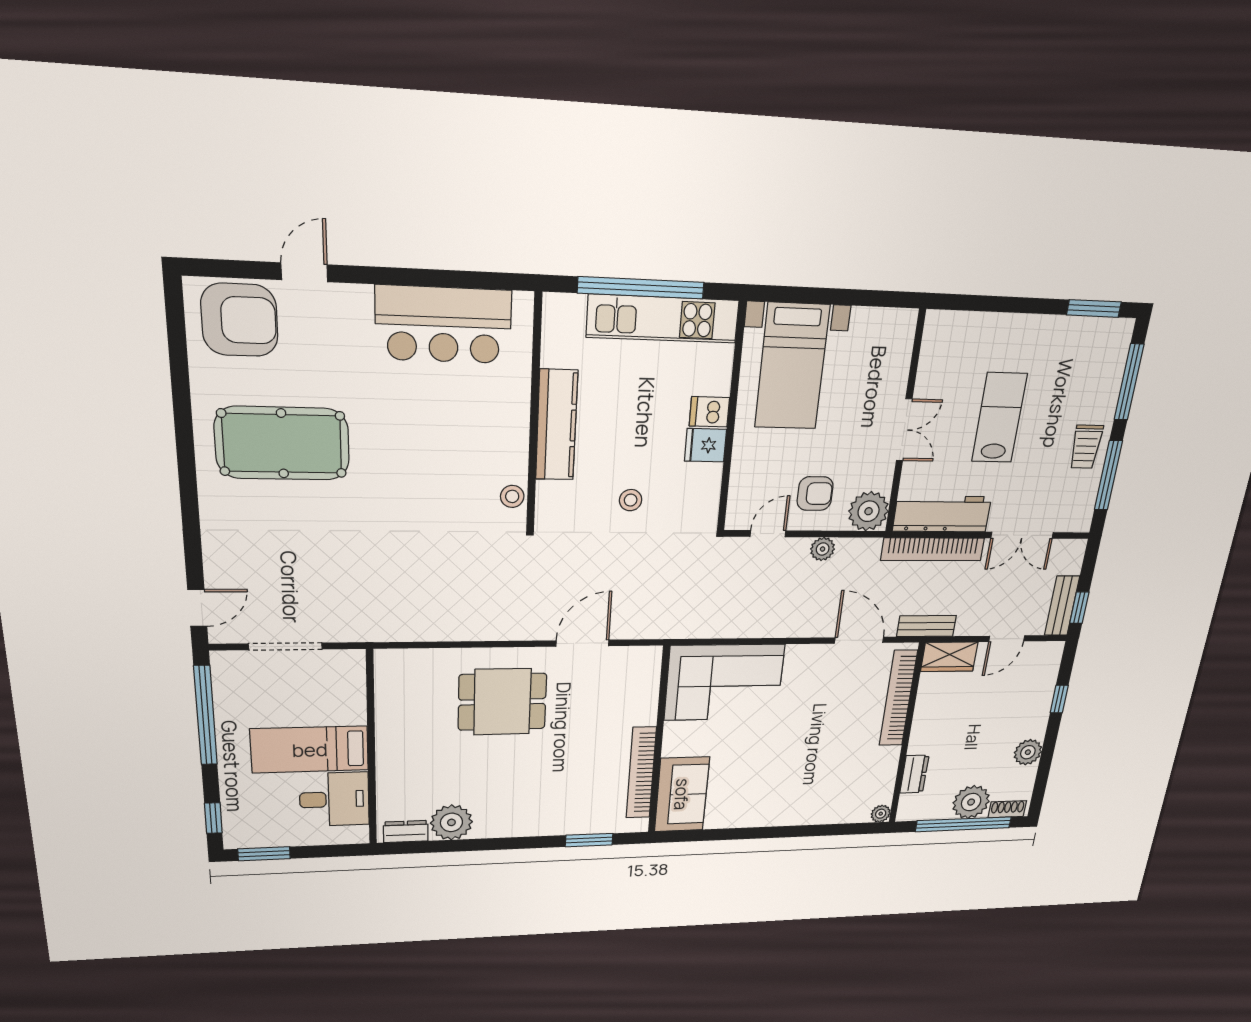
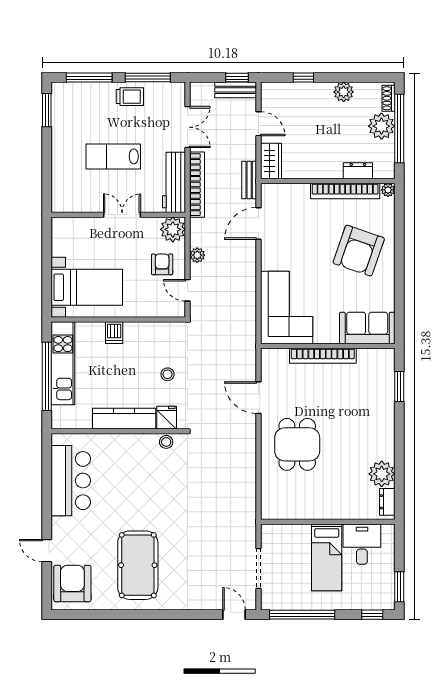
fridge: (705, 445) -> (167, 418), moved, turned 180
bookcase: (898, 698) -> (345, 191), moved
bookcase: (641, 773) -> (323, 356), moved
armchair: (799, 779) -> (359, 251), added

